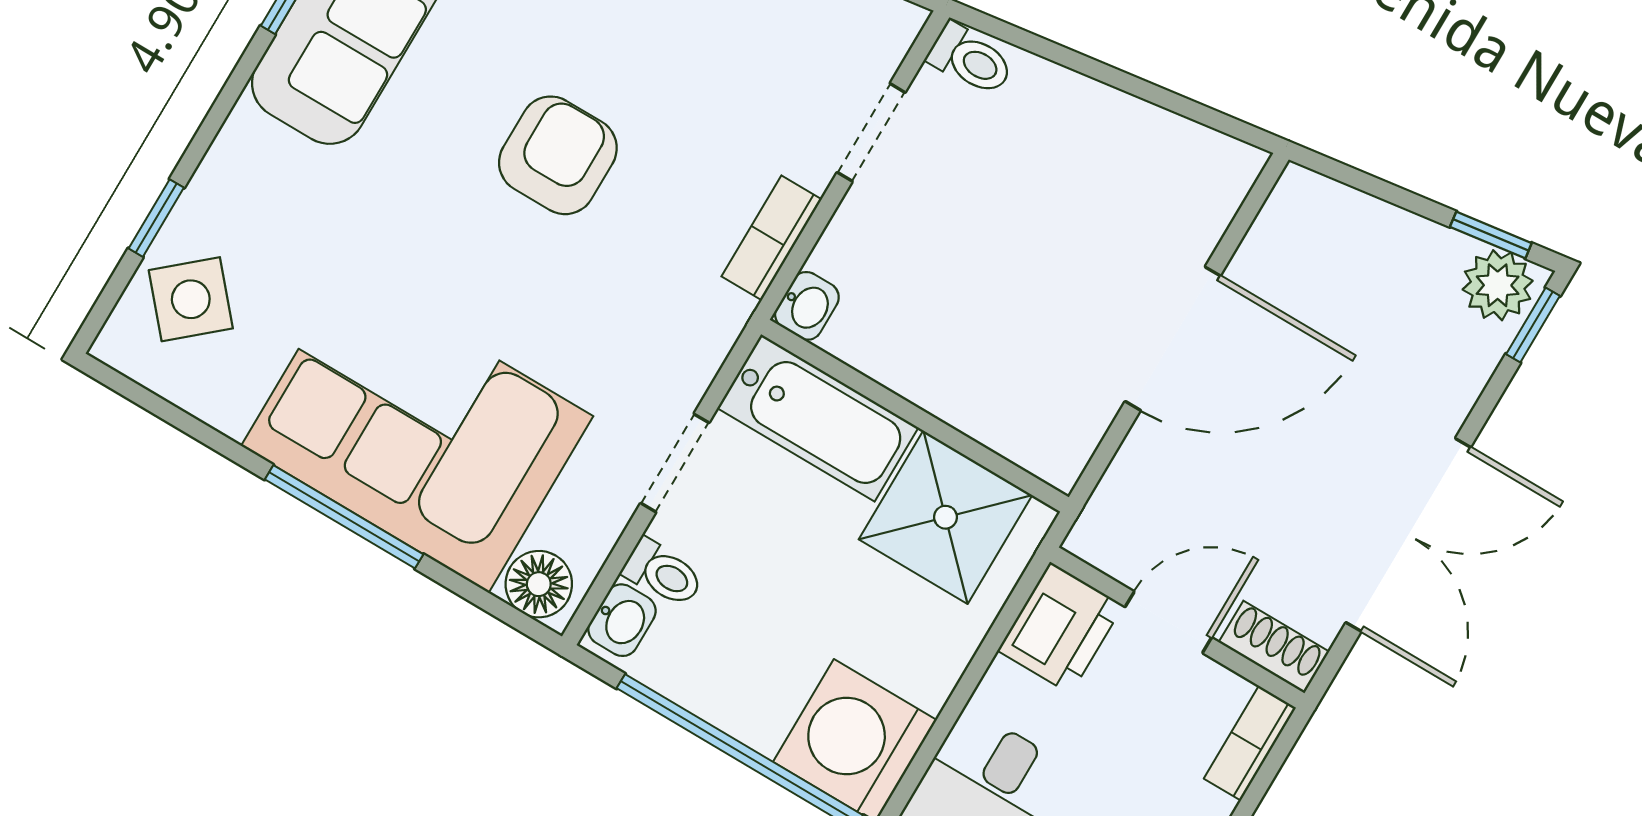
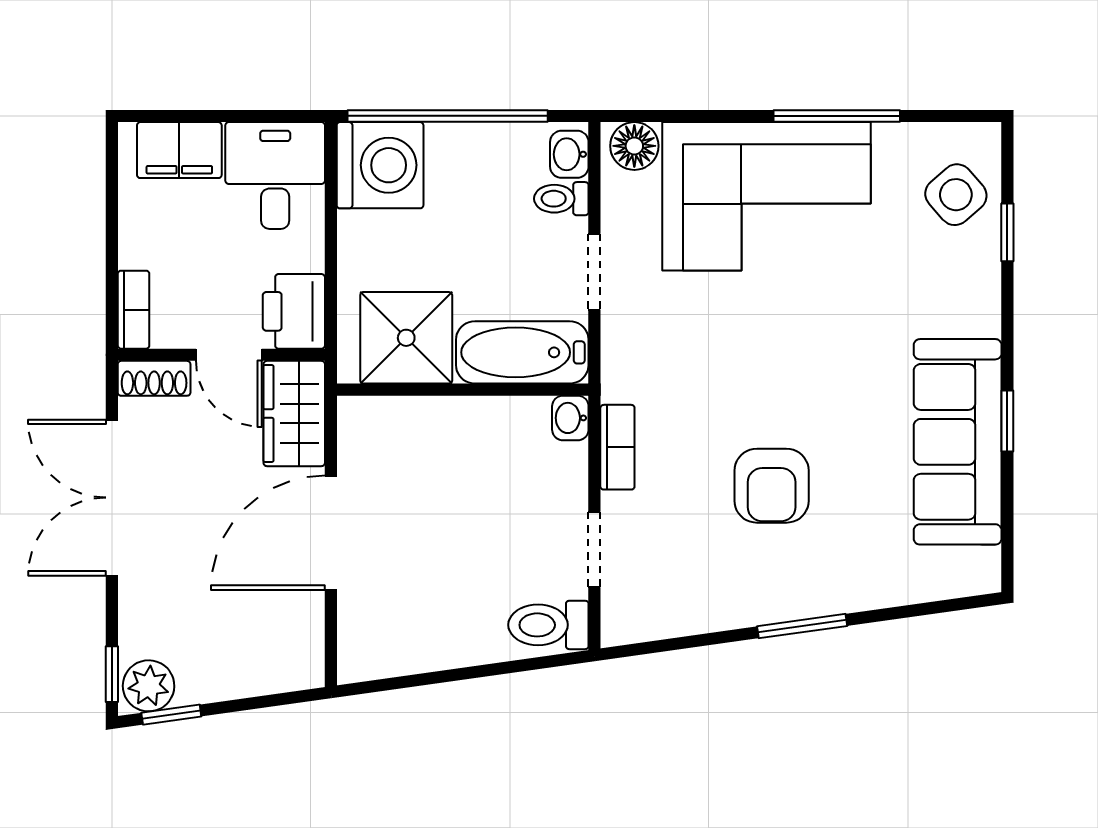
toilet: (970, 60) -> (548, 625), width x1.37, depth x1.39
armchair: (558, 155) -> (772, 486), moved
wardrobe: (1132, 506) -> (294, 414), added
window: (344, 517) -> (837, 116), moved
door: (1168, 622) -> (229, 355), hinge flipped

